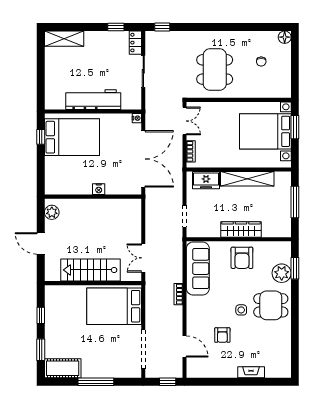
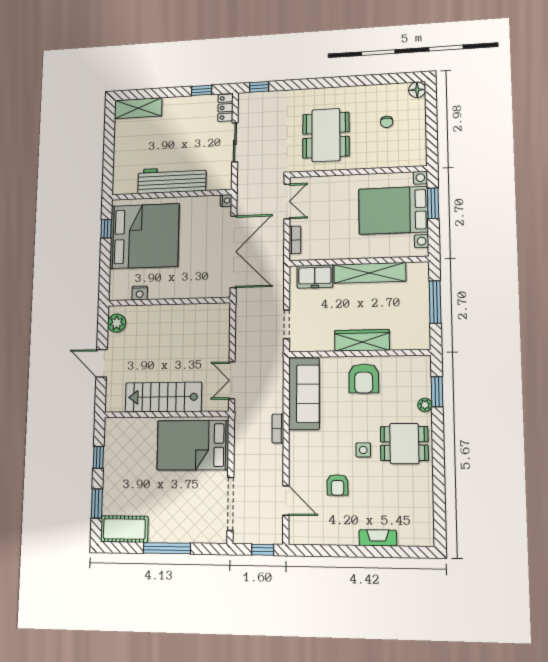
bed: (72, 137) -> (144, 236), width x1.36
nightstand: (99, 189) -> (140, 293), moved
plant: (282, 273) -> (425, 405), width x0.53, depth x0.53

